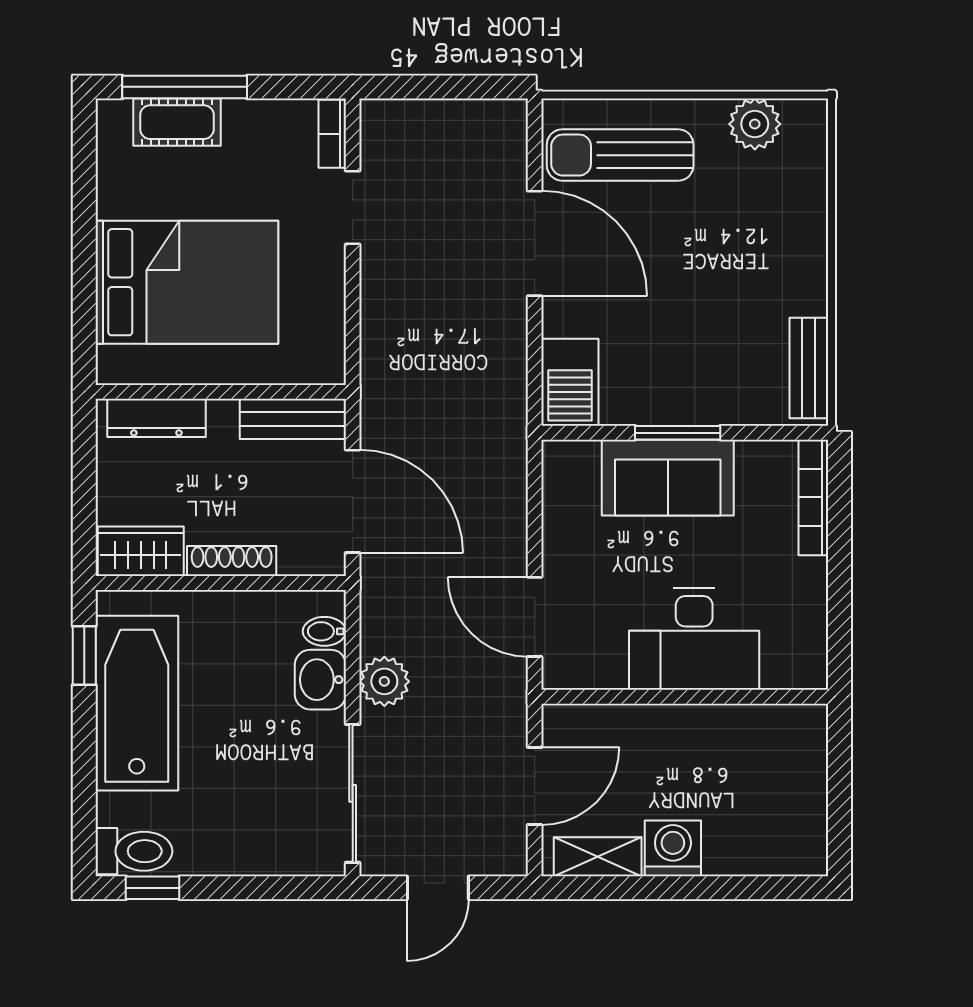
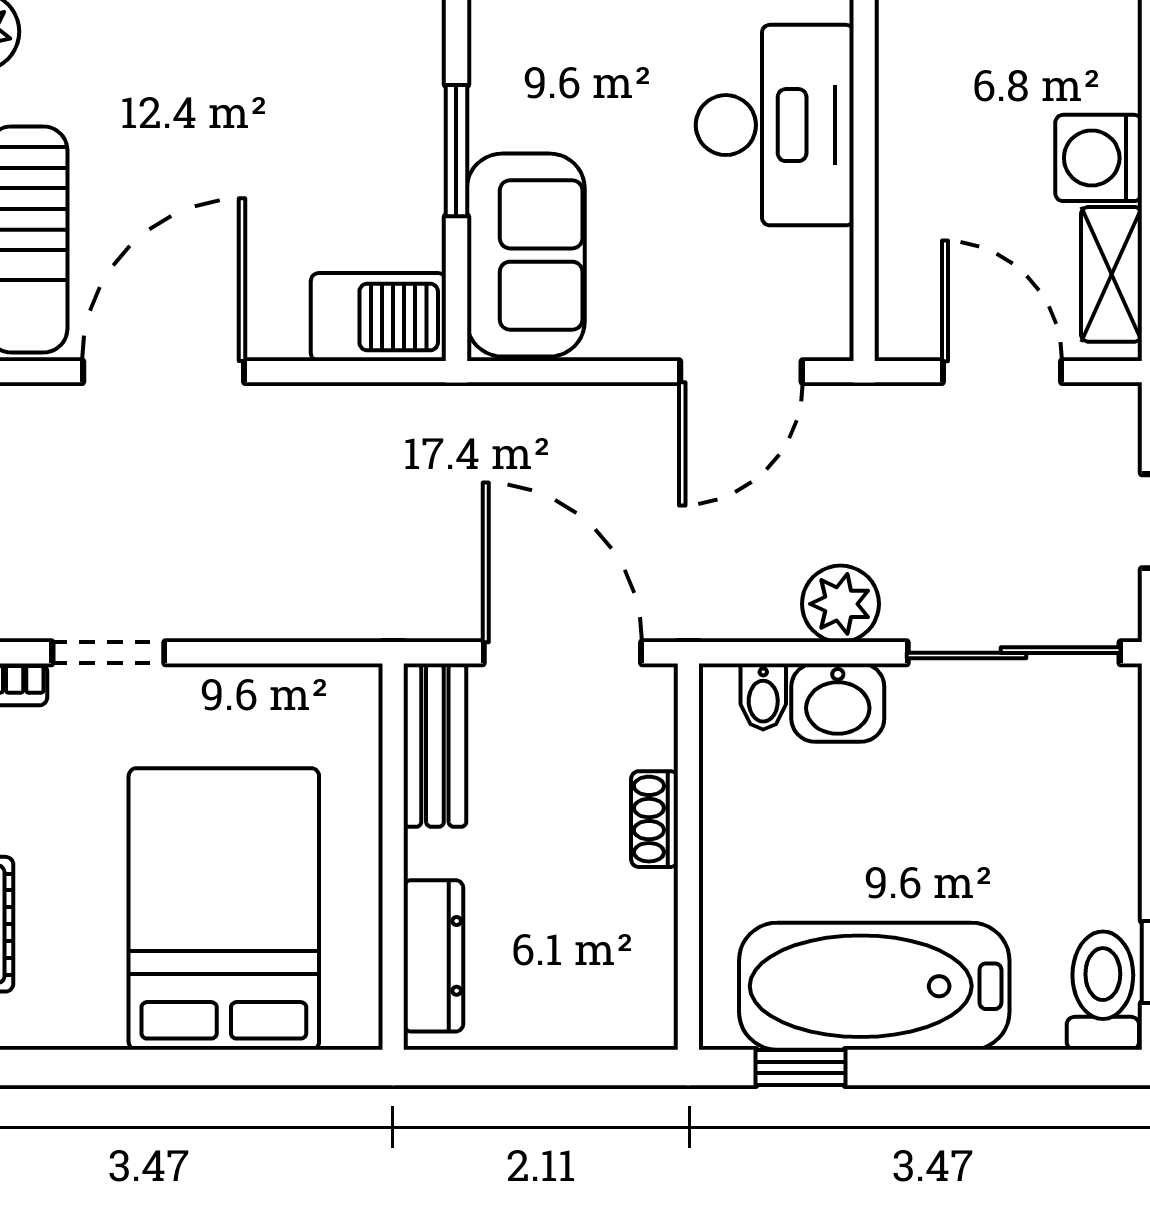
sofa: (668, 478) -> (526, 255), moved
door: (353, 501) -> (562, 653), hinge flipped
wardrobe: (141, 551) -> (639, 980), removed
shoe rack: (232, 561) -> (655, 819), width x0.70

